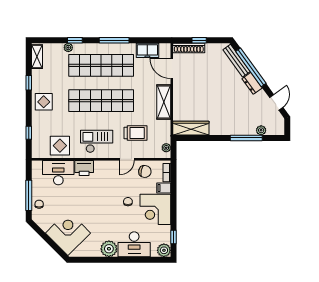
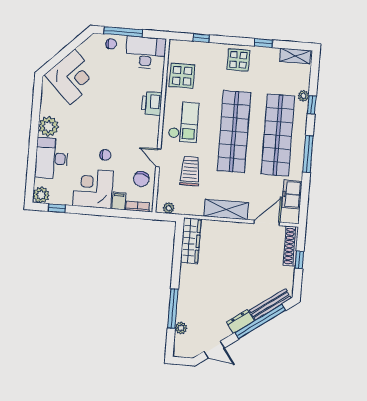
trolley: (136, 133) -> (190, 171), turned 180
desk: (58, 173) -> (146, 53), moved, turned -90

